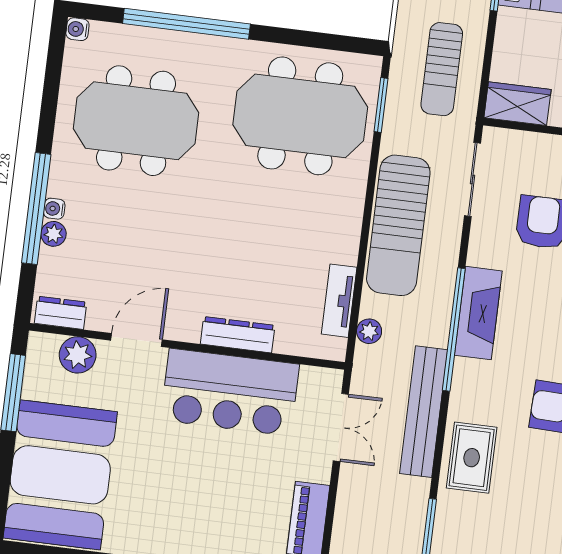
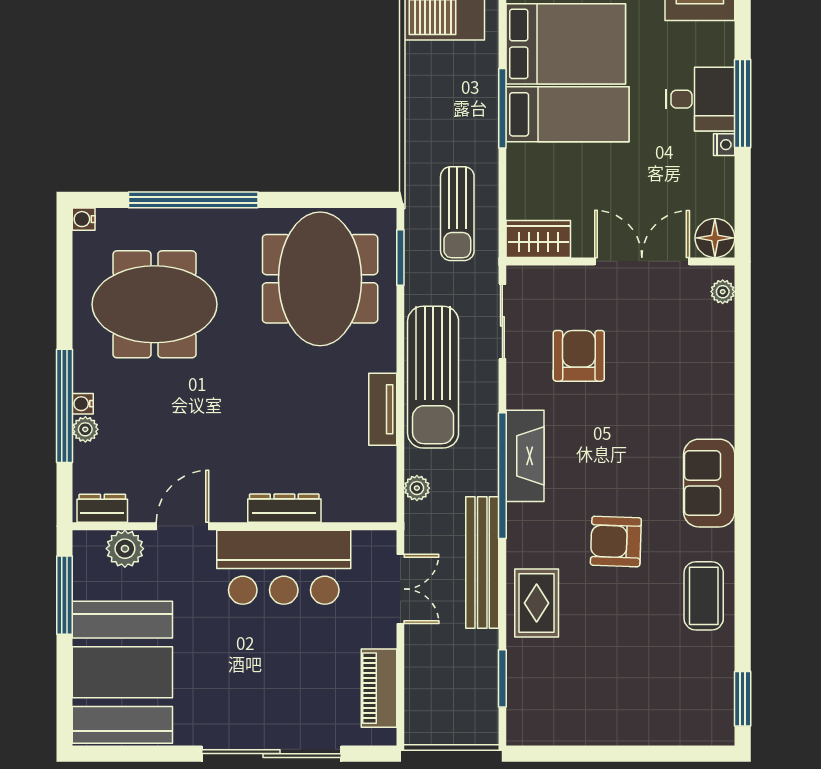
meeting table: (300, 116) -> (320, 279), turned 90
tv unit: (339, 301) -> (383, 409), moved

